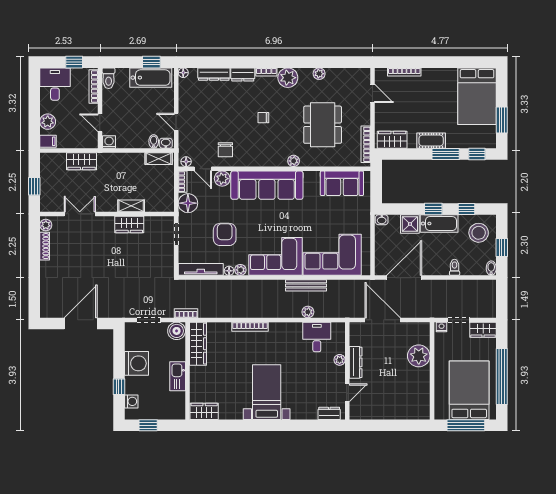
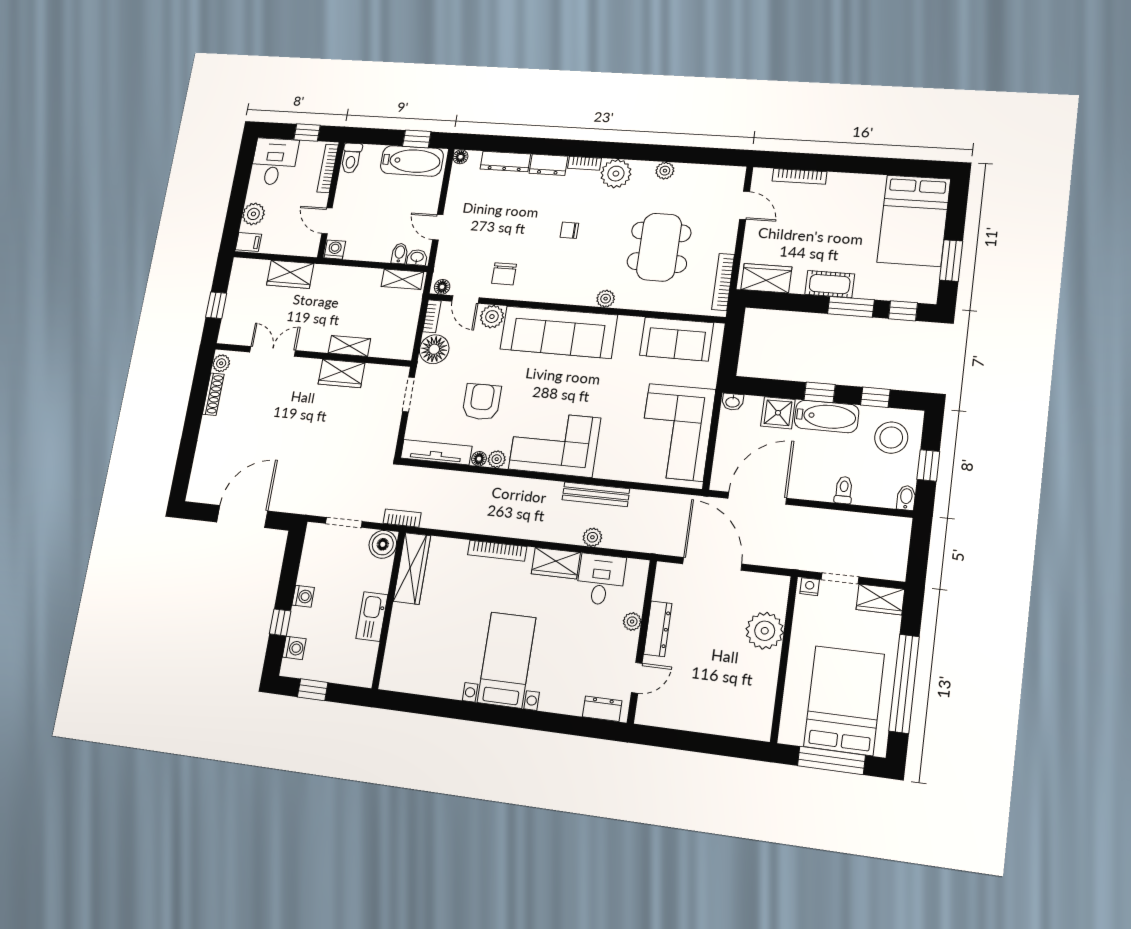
corner sofa: (332, 255) -> (676, 432), moved, turned -90
washing machine: (137, 363) -> (303, 596), width x0.53, depth x0.53
wardrobe: (204, 411) -> (556, 563), moved, turned 180

